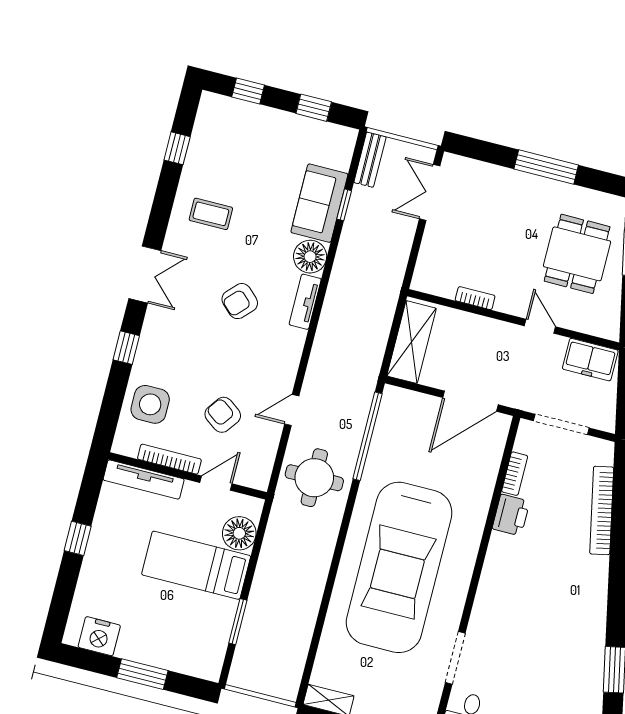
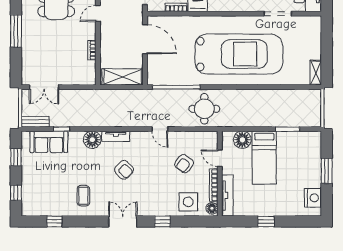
sofa: (319, 203) -> (49, 142), moved
door: (292, 410) -> (160, 129), moved
floor lamp: (127, 445) -> (212, 208), added

